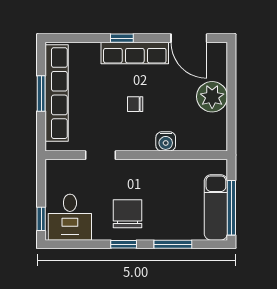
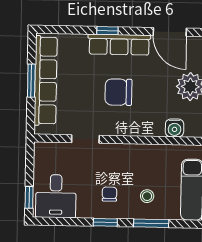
chair: (135, 104) -> (119, 92), width x1.87, depth x1.87
water cooler: (166, 141) -> (175, 128), moved
chair: (128, 214) -> (109, 194), width x0.54, depth x0.54
stool: (168, 215) -> (147, 196), added

